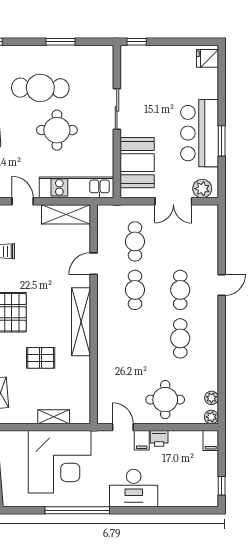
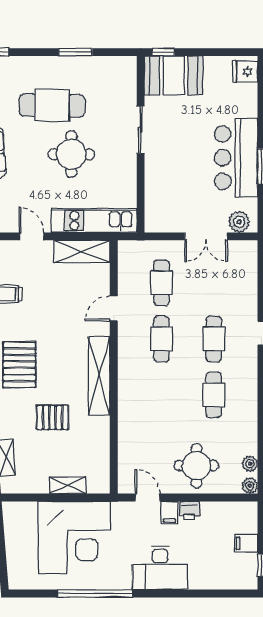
booth: (137, 163) -> (174, 76), moved, turned 90
filing cabinet: (211, 441) -> (246, 543), moved, turned 90

